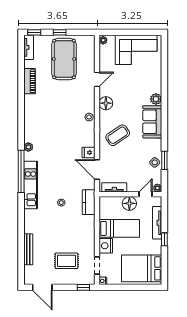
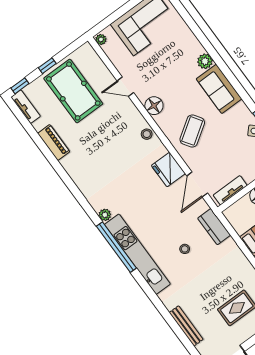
door: (97, 79) -> (125, 87), swing flipped
fridge: (89, 153) -> (168, 170), width x1.88, depth x1.34
door: (97, 170) -> (197, 185), hinge flipped
kitchen unit: (31, 185) -> (137, 254), width x1.36

